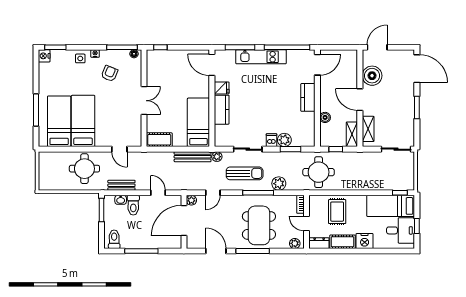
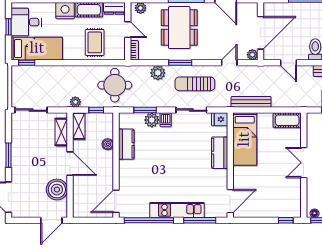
door: (212, 65) -> (230, 201), hinge flipped
fridge: (222, 88) -> (220, 119), moved
kitchen counter: (308, 97) -> (126, 144), moved
plant: (217, 157) -> (75, 102), moved
window: (258, 193) -> (180, 63), width x0.69

